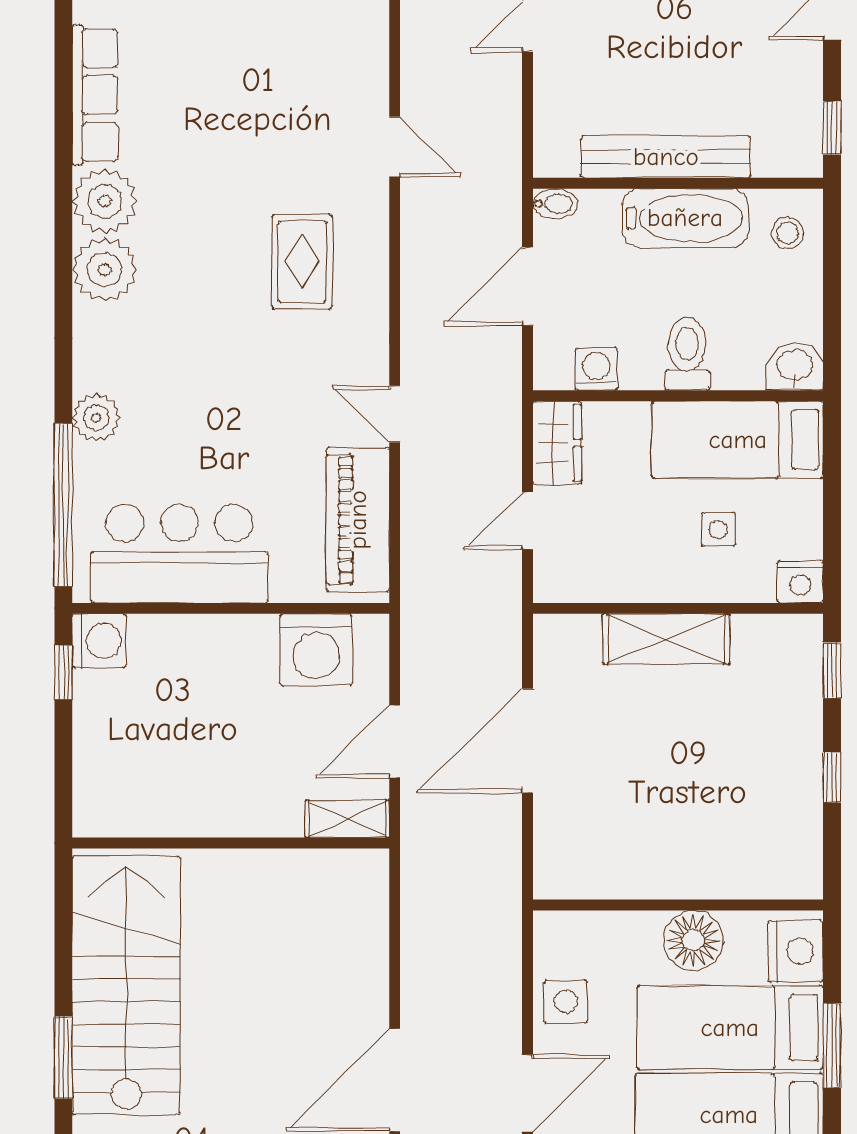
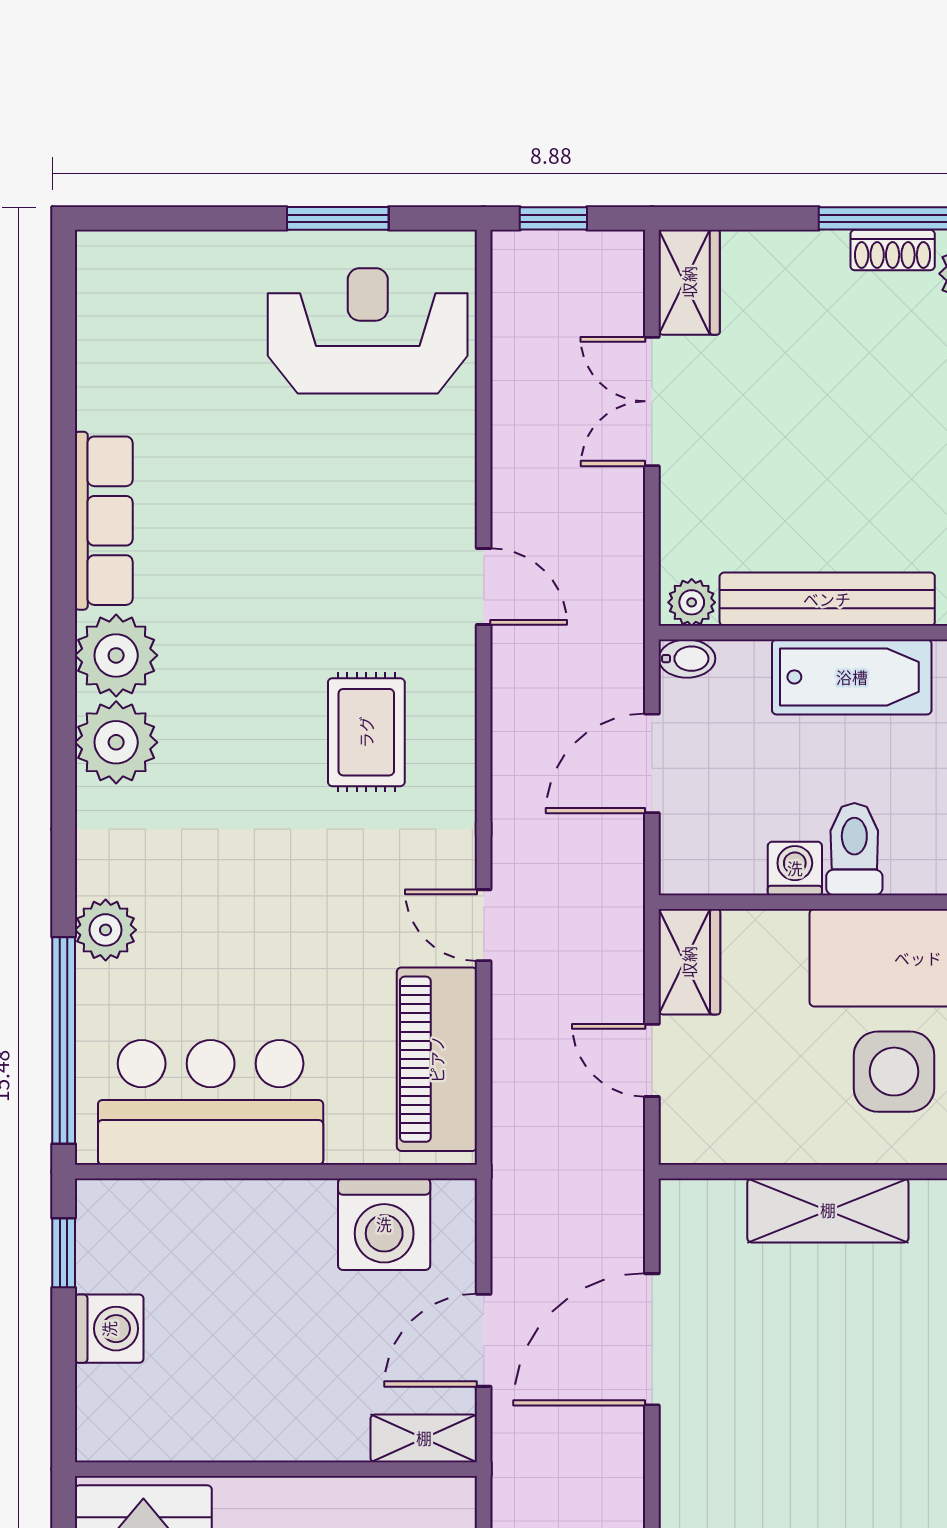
plant: (559, 159) -> (692, 602), added
washing machine: (596, 369) -> (795, 868), moved
door: (527, 521) -> (652, 1060), hinge flipped
side table: (718, 530) -> (894, 1072), width x1.87, depth x1.87
washing machine: (99, 641) -> (109, 1329), moved

